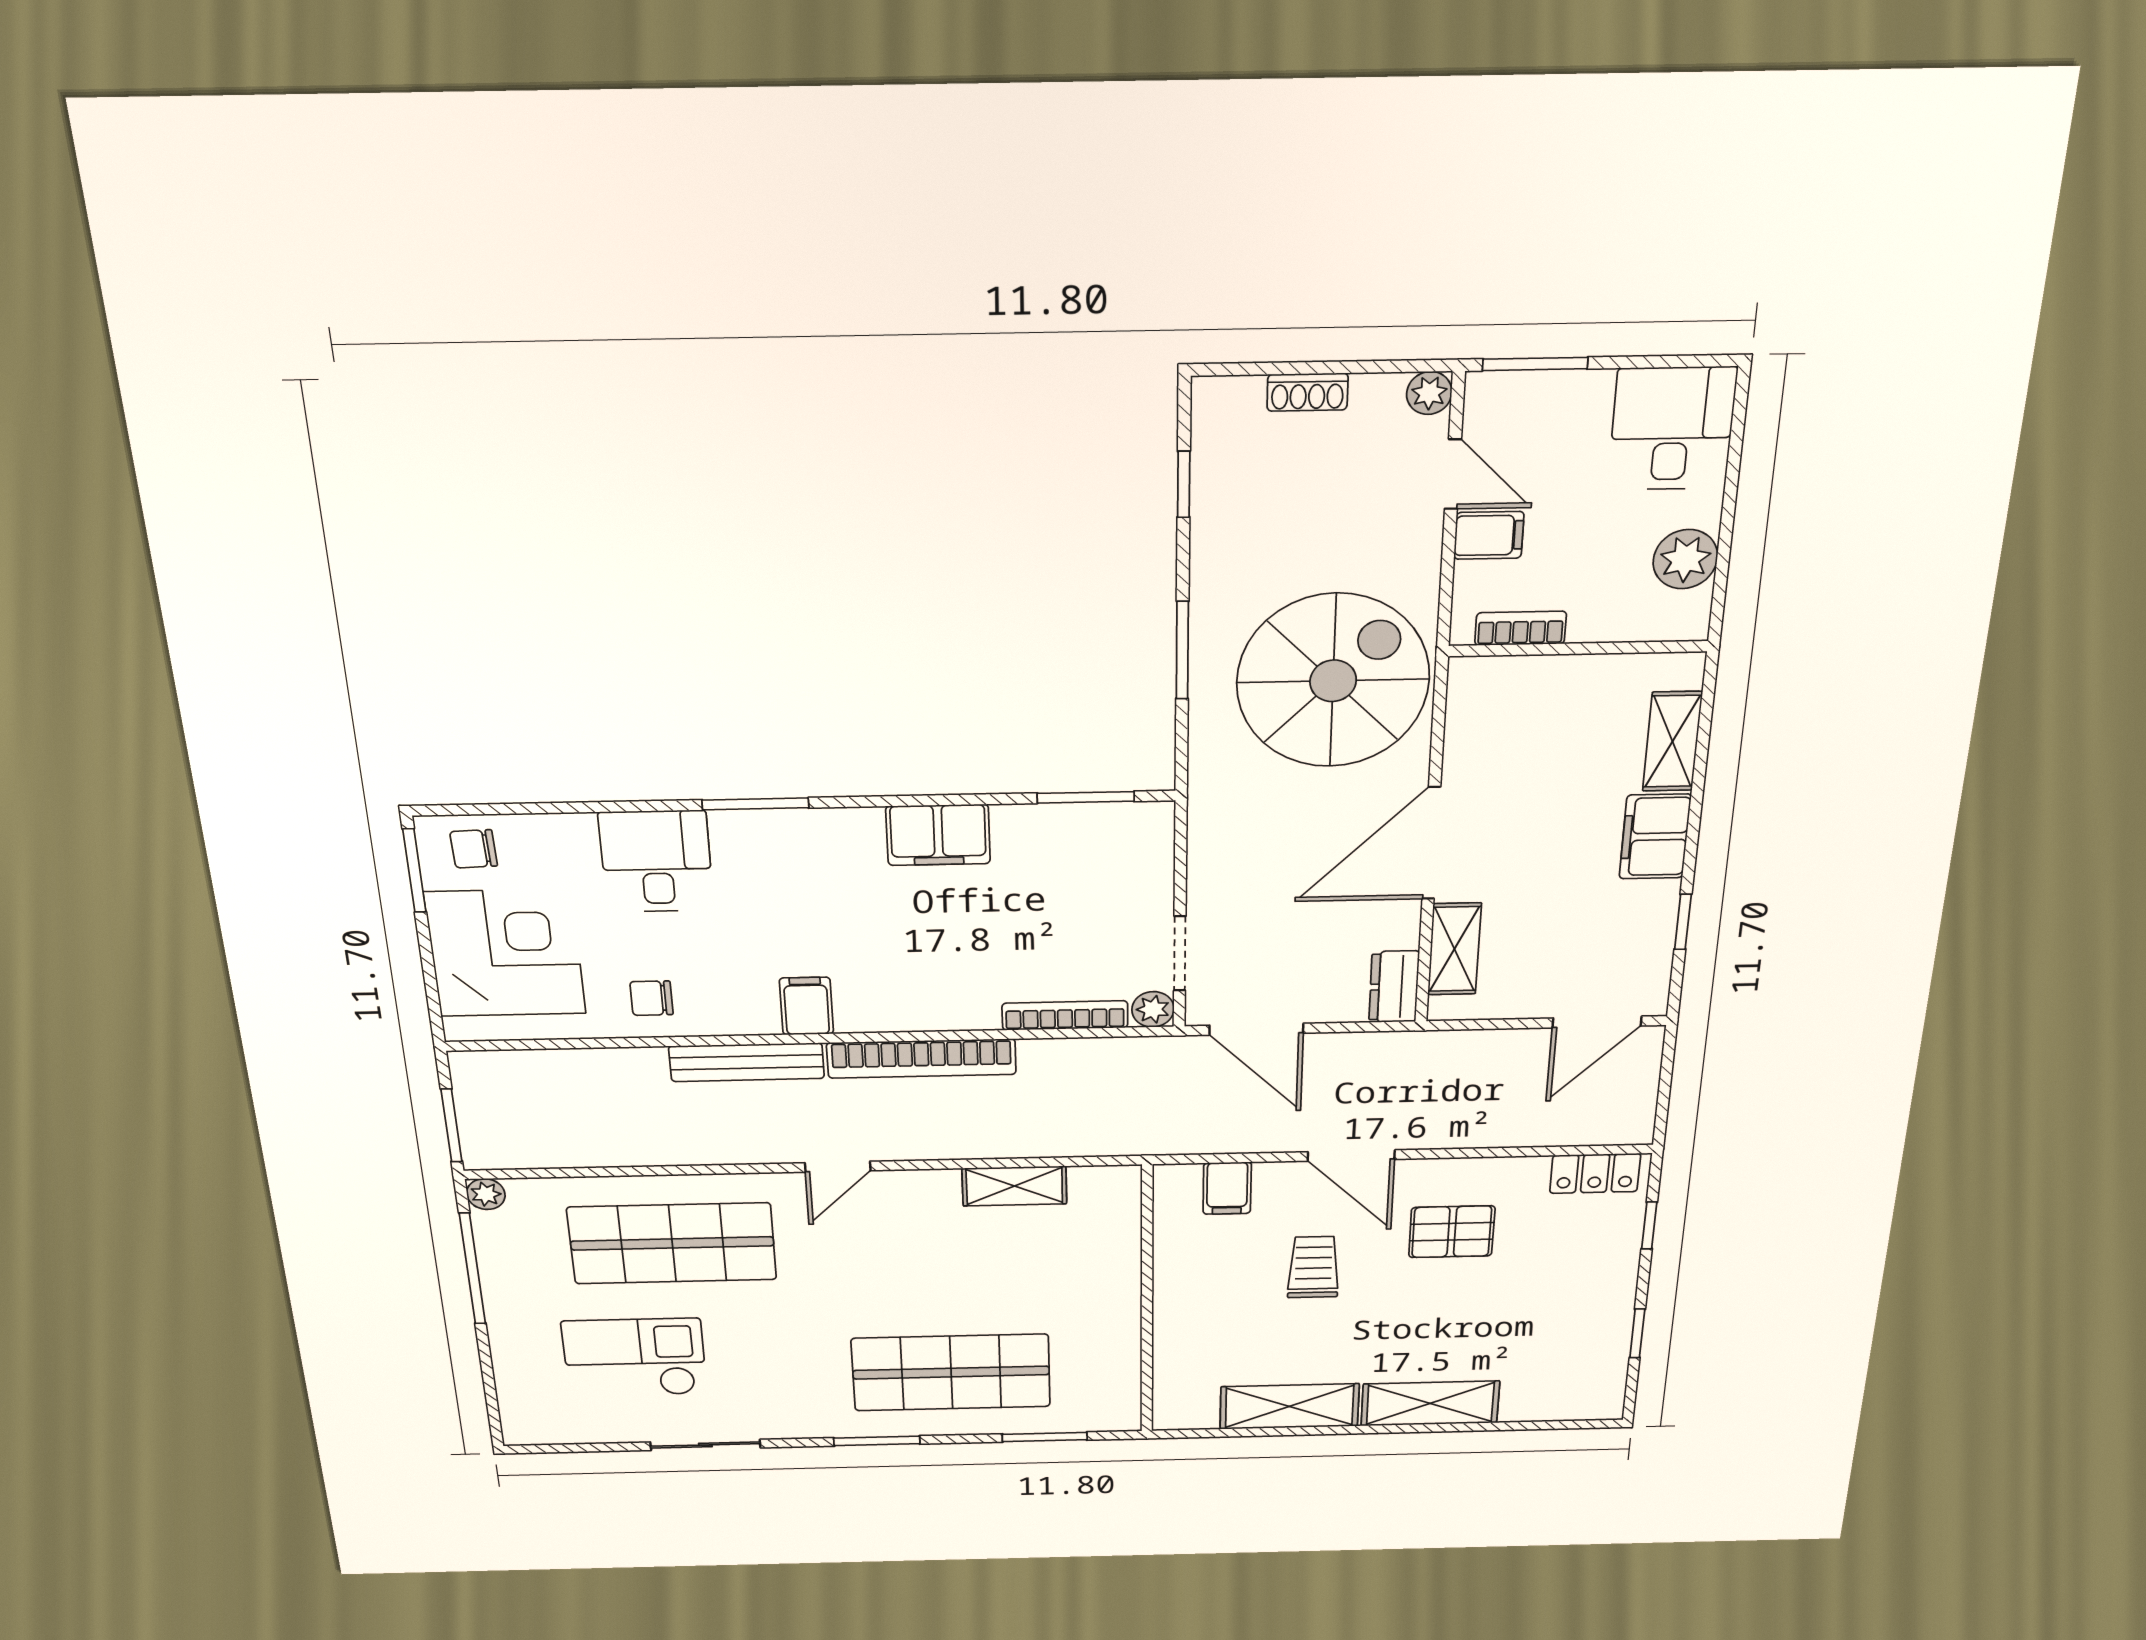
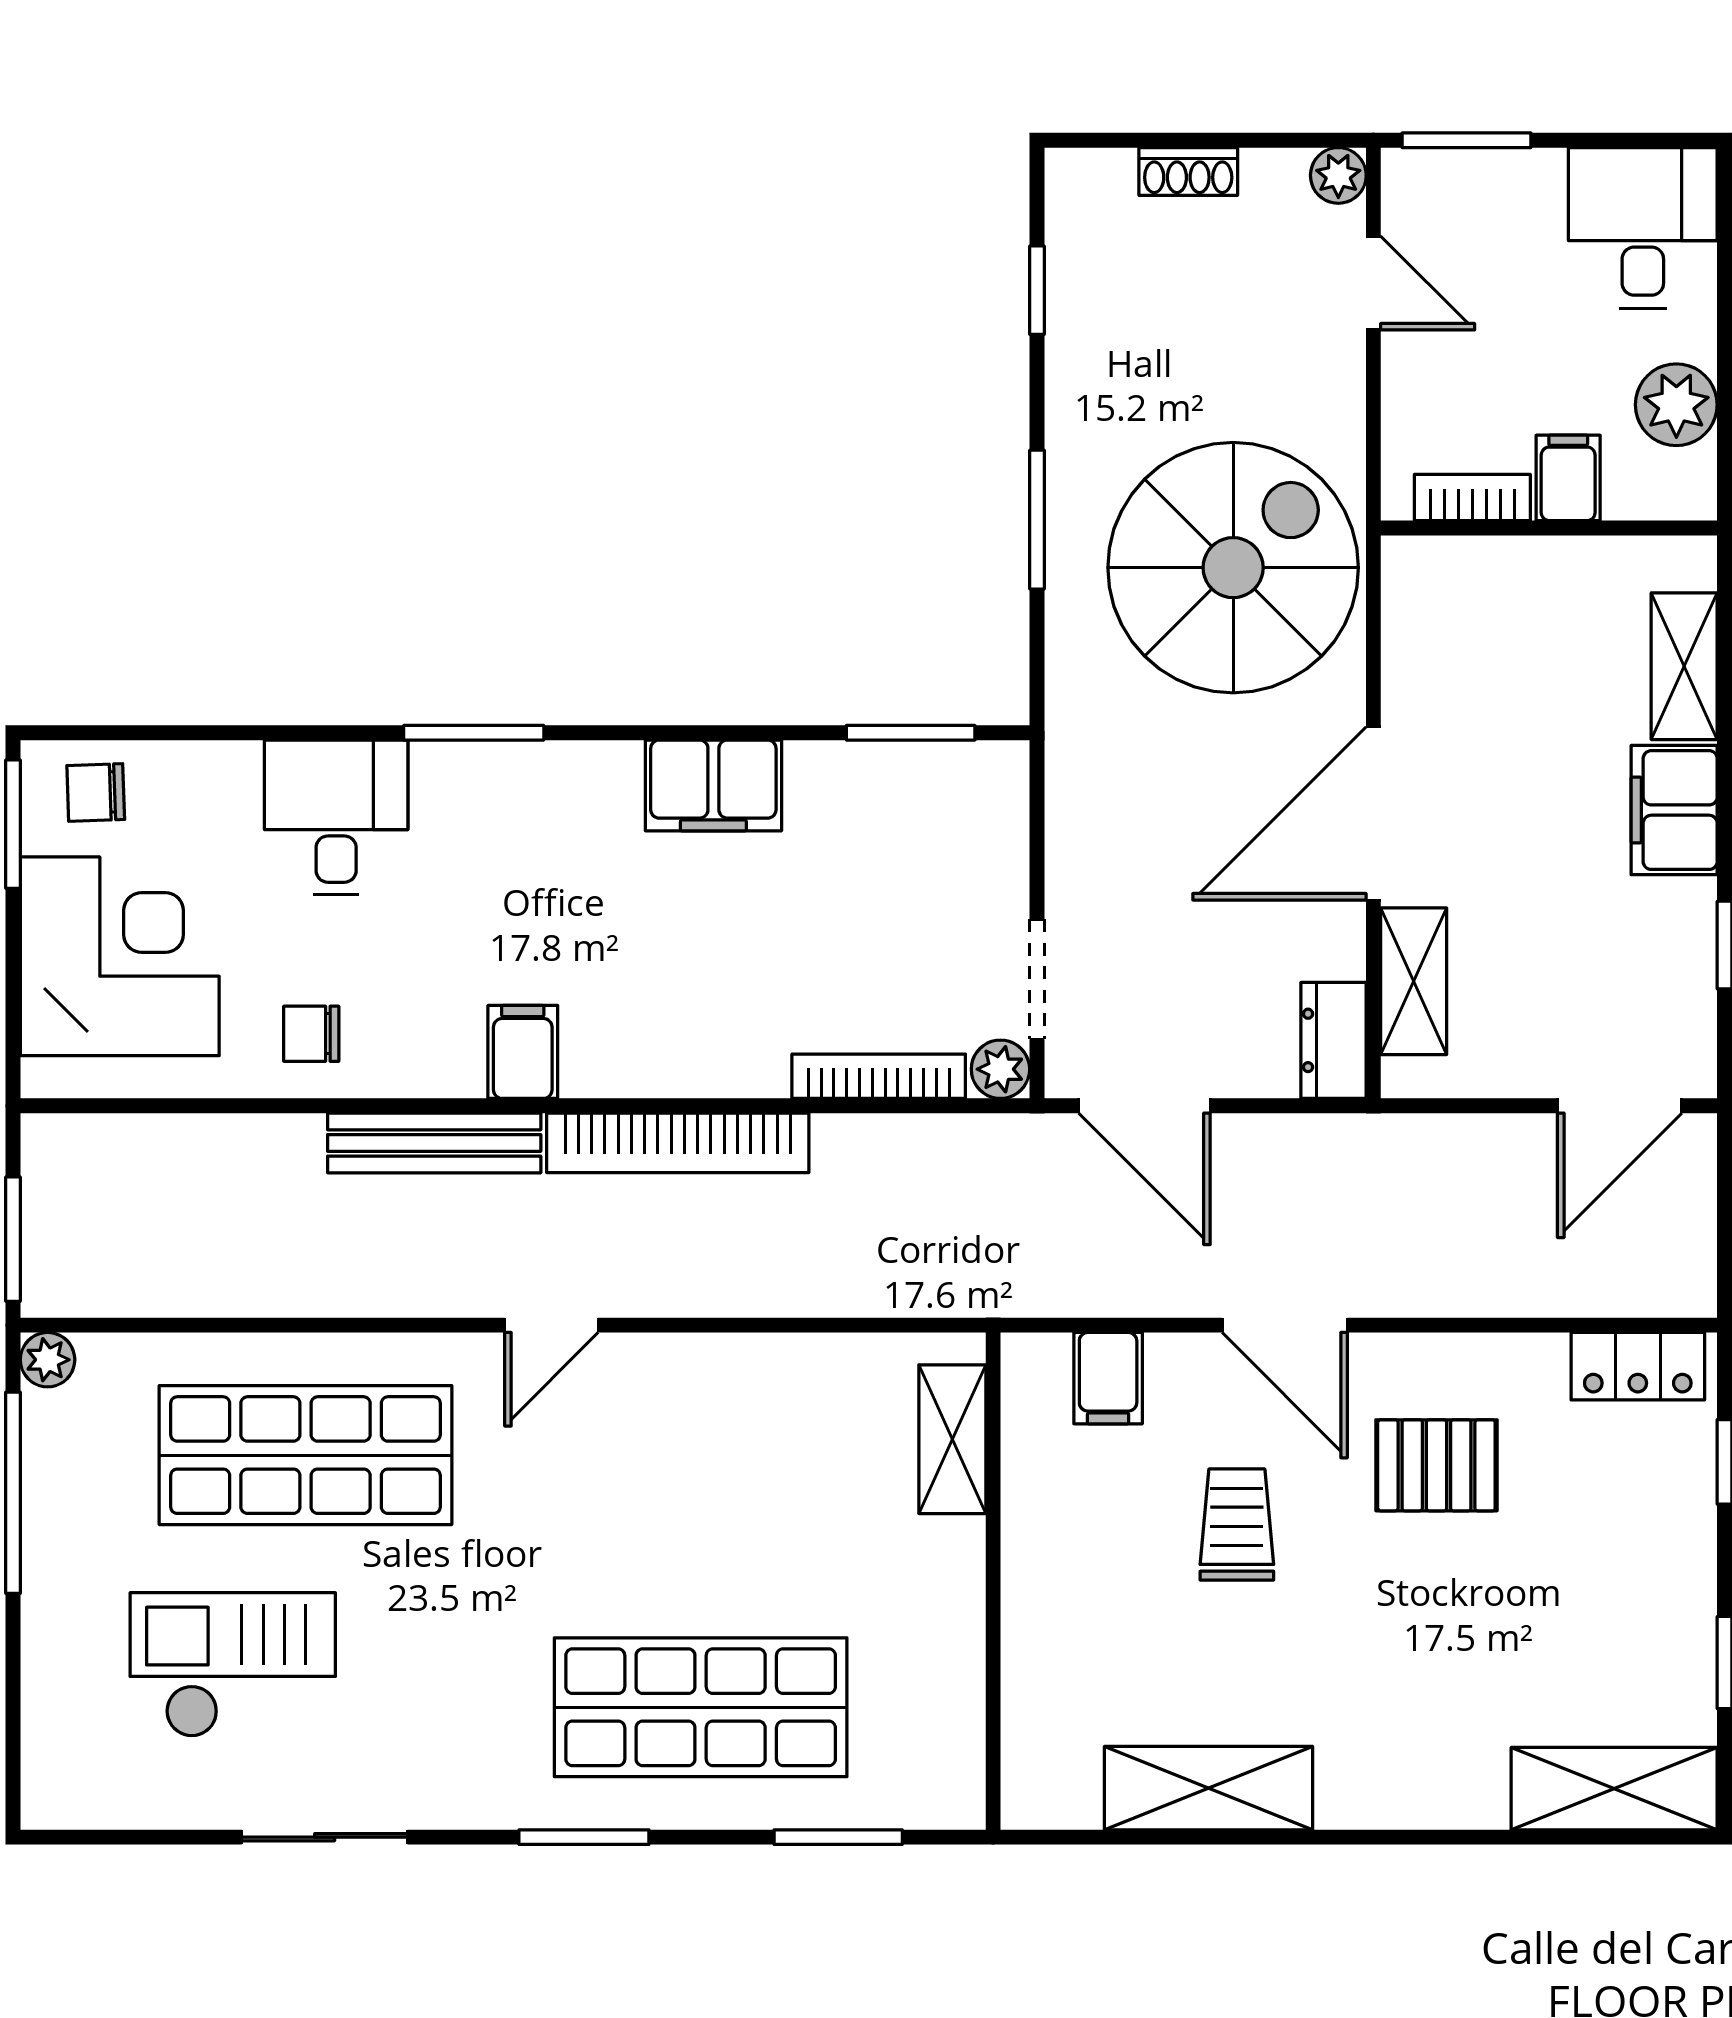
filing cabinet: (1489, 535) -> (1568, 478), moved, turned -90
shelving: (1014, 1186) -> (952, 1439), moved, turned 90
shelving: (1430, 1403) -> (1614, 1789), moved

